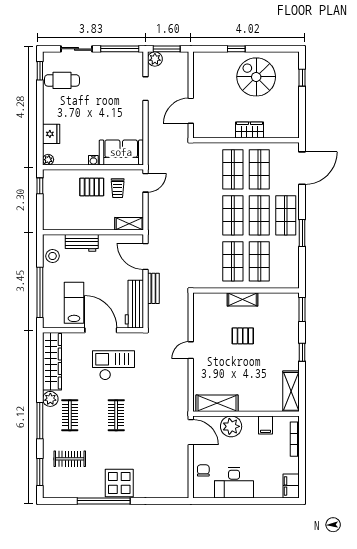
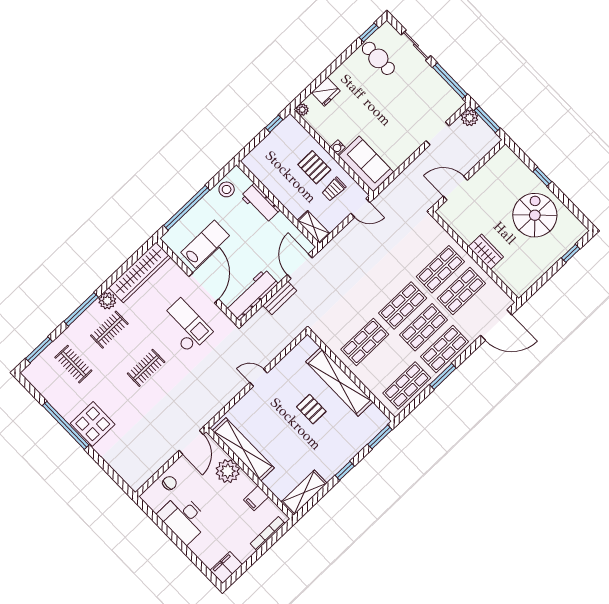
shop shelf: (259, 261) -> (407, 385), moved
shelving: (243, 299) -> (339, 382), width x2.20, depth x1.33
shelving: (217, 403) -> (243, 449), width x1.47

